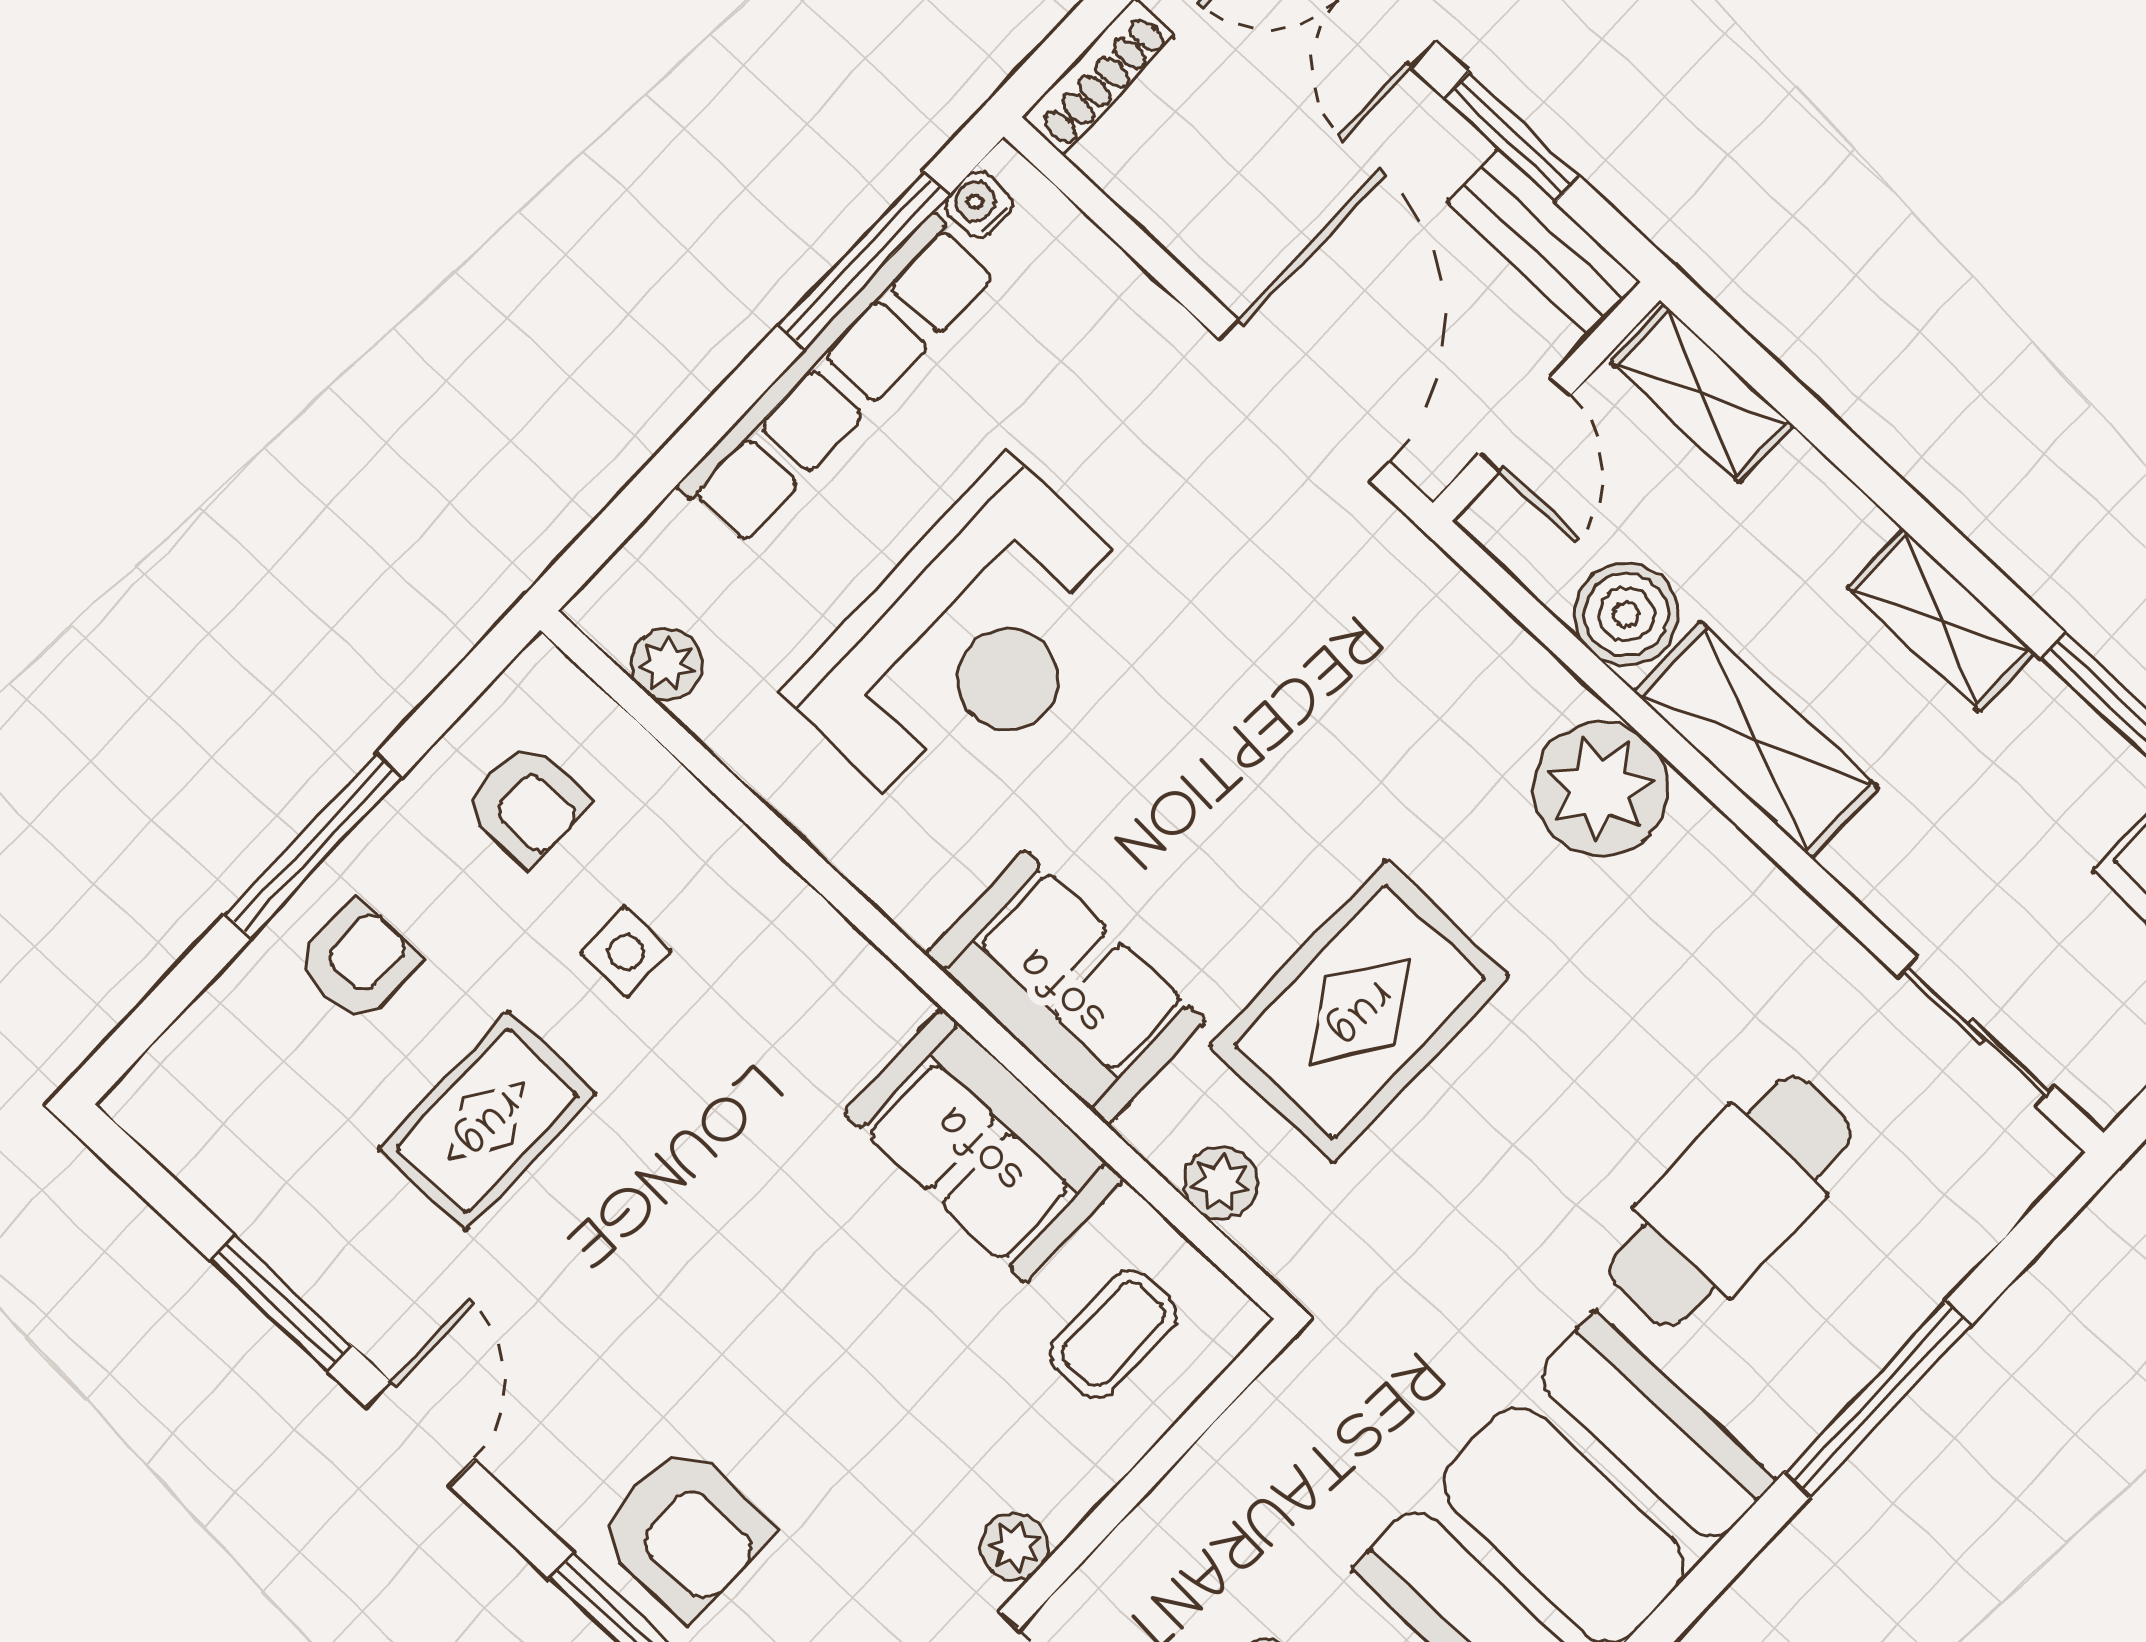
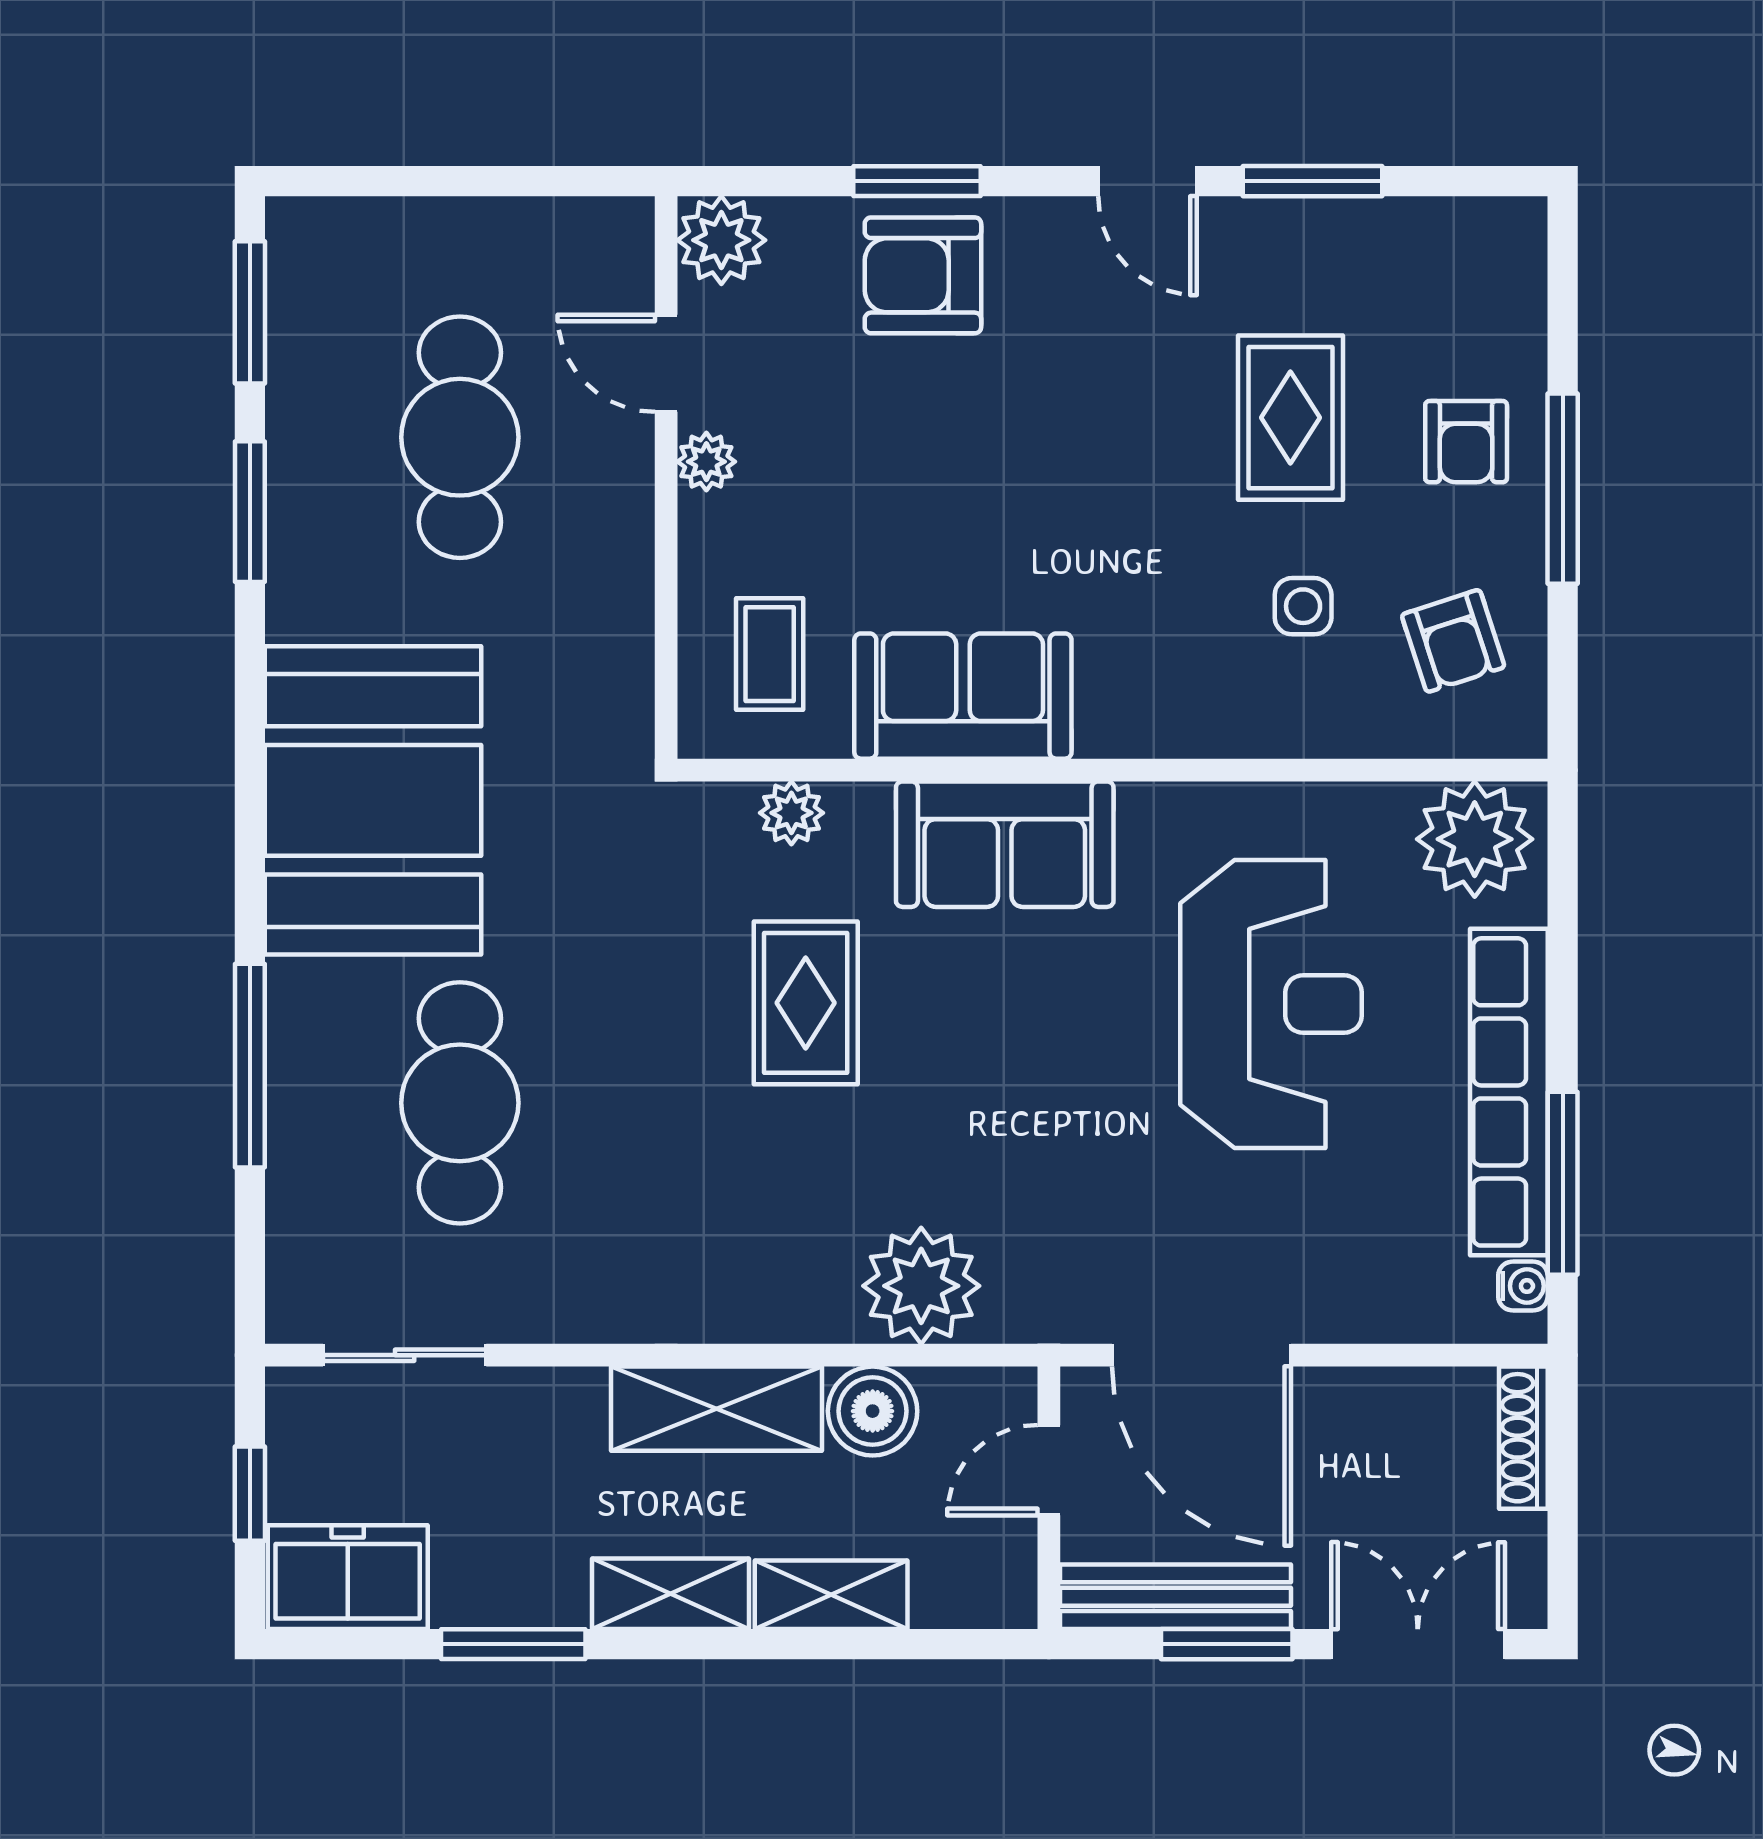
bench: (1544, 242) -> (1175, 1597), width x1.36
shelving: (1702, 394) -> (831, 1595), moved
door: (1524, 425) -> (1049, 1470), hinge flipped
reception desk: (968, 642) -> (1271, 1004), turned 180
plant: (667, 664) -> (1475, 839), width x1.87, depth x1.87
plant: (1600, 789) -> (921, 1286), moved
armchair: (527, 804) -> (1453, 641), turned -108
rug: (1359, 1011) -> (806, 1003), width x0.73, depth x0.70

